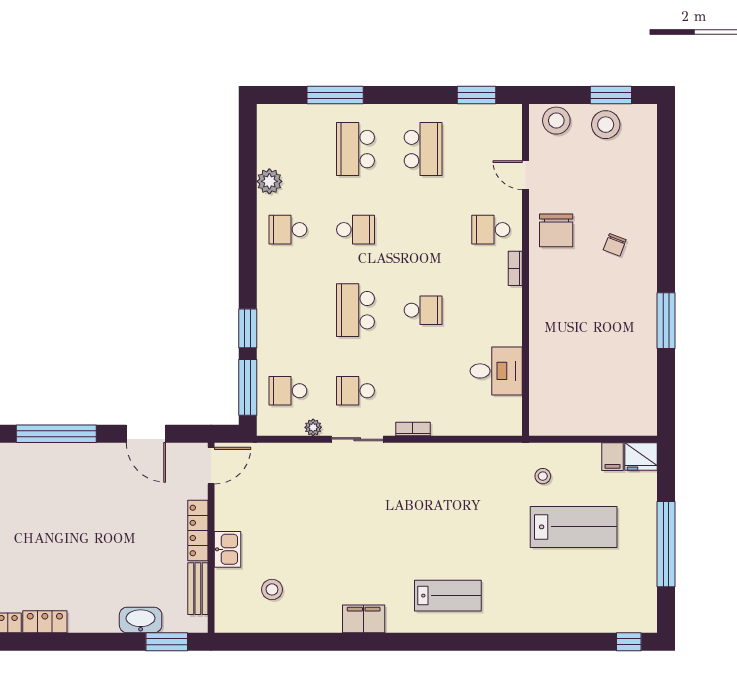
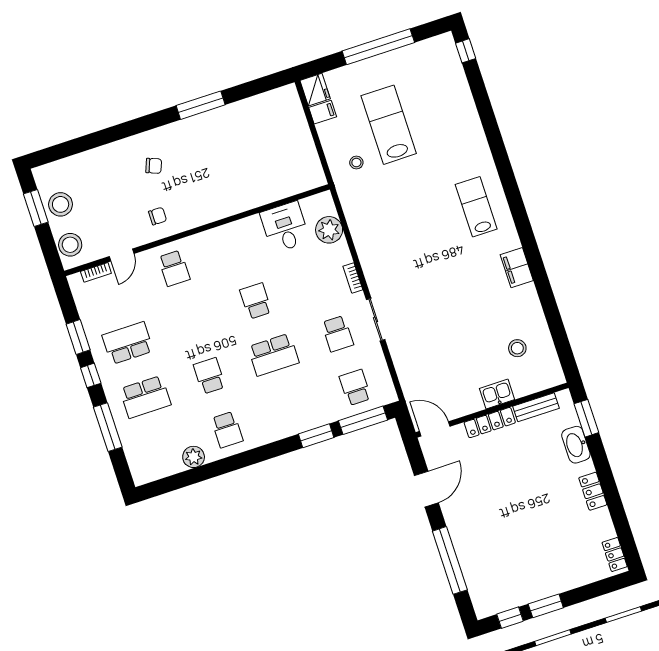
window: (400, 95) -> (91, 375), added
window: (476, 95) -> (78, 337), moved
chair: (556, 230) -> (158, 216), width x0.54, depth x0.54
bookcase: (515, 268) -> (96, 272), moved
school desk: (288, 391) -> (355, 387), turned 180
plant: (313, 427) -> (329, 230), moved, width x1.87, depth x1.87
locker: (45, 622) -> (593, 491), moved

